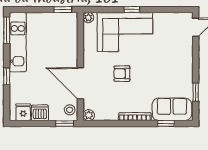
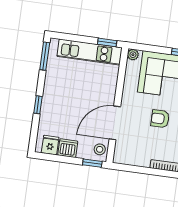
kitchen unit: (18, 42) -> (90, 52), moved, turned 90
door: (80, 83) -> (115, 123), hinge flipped
plant: (89, 115) -> (119, 158), removed

